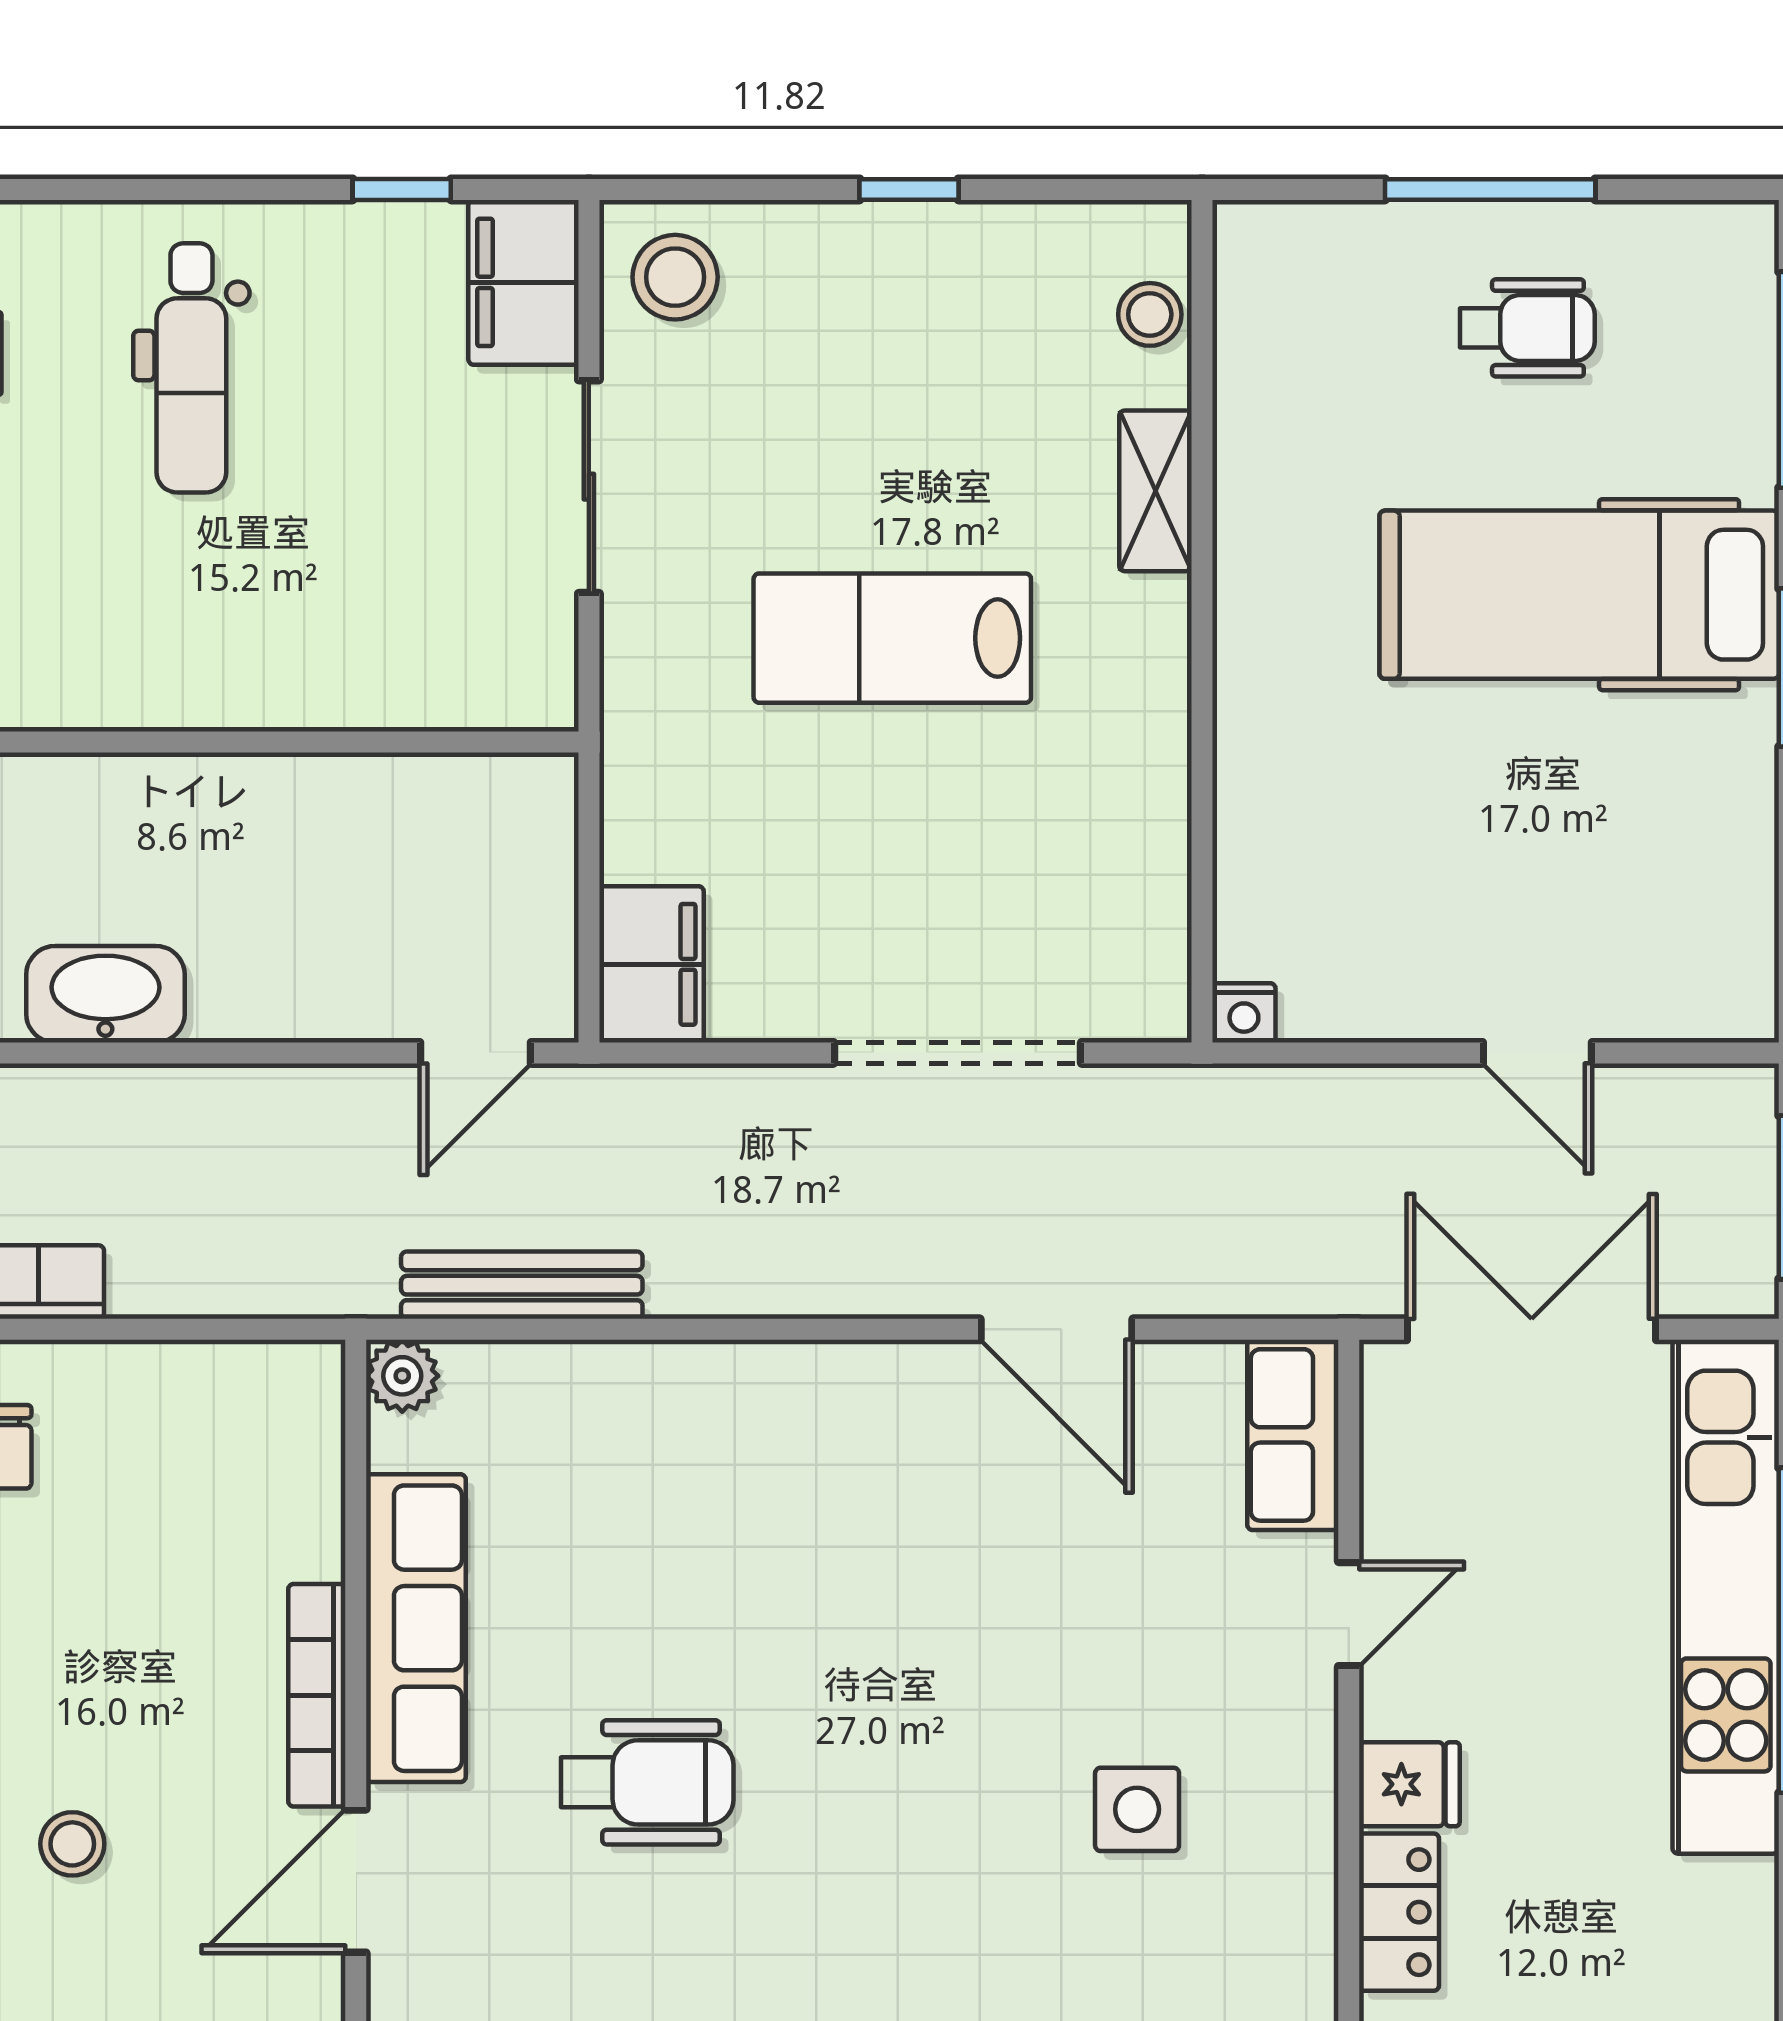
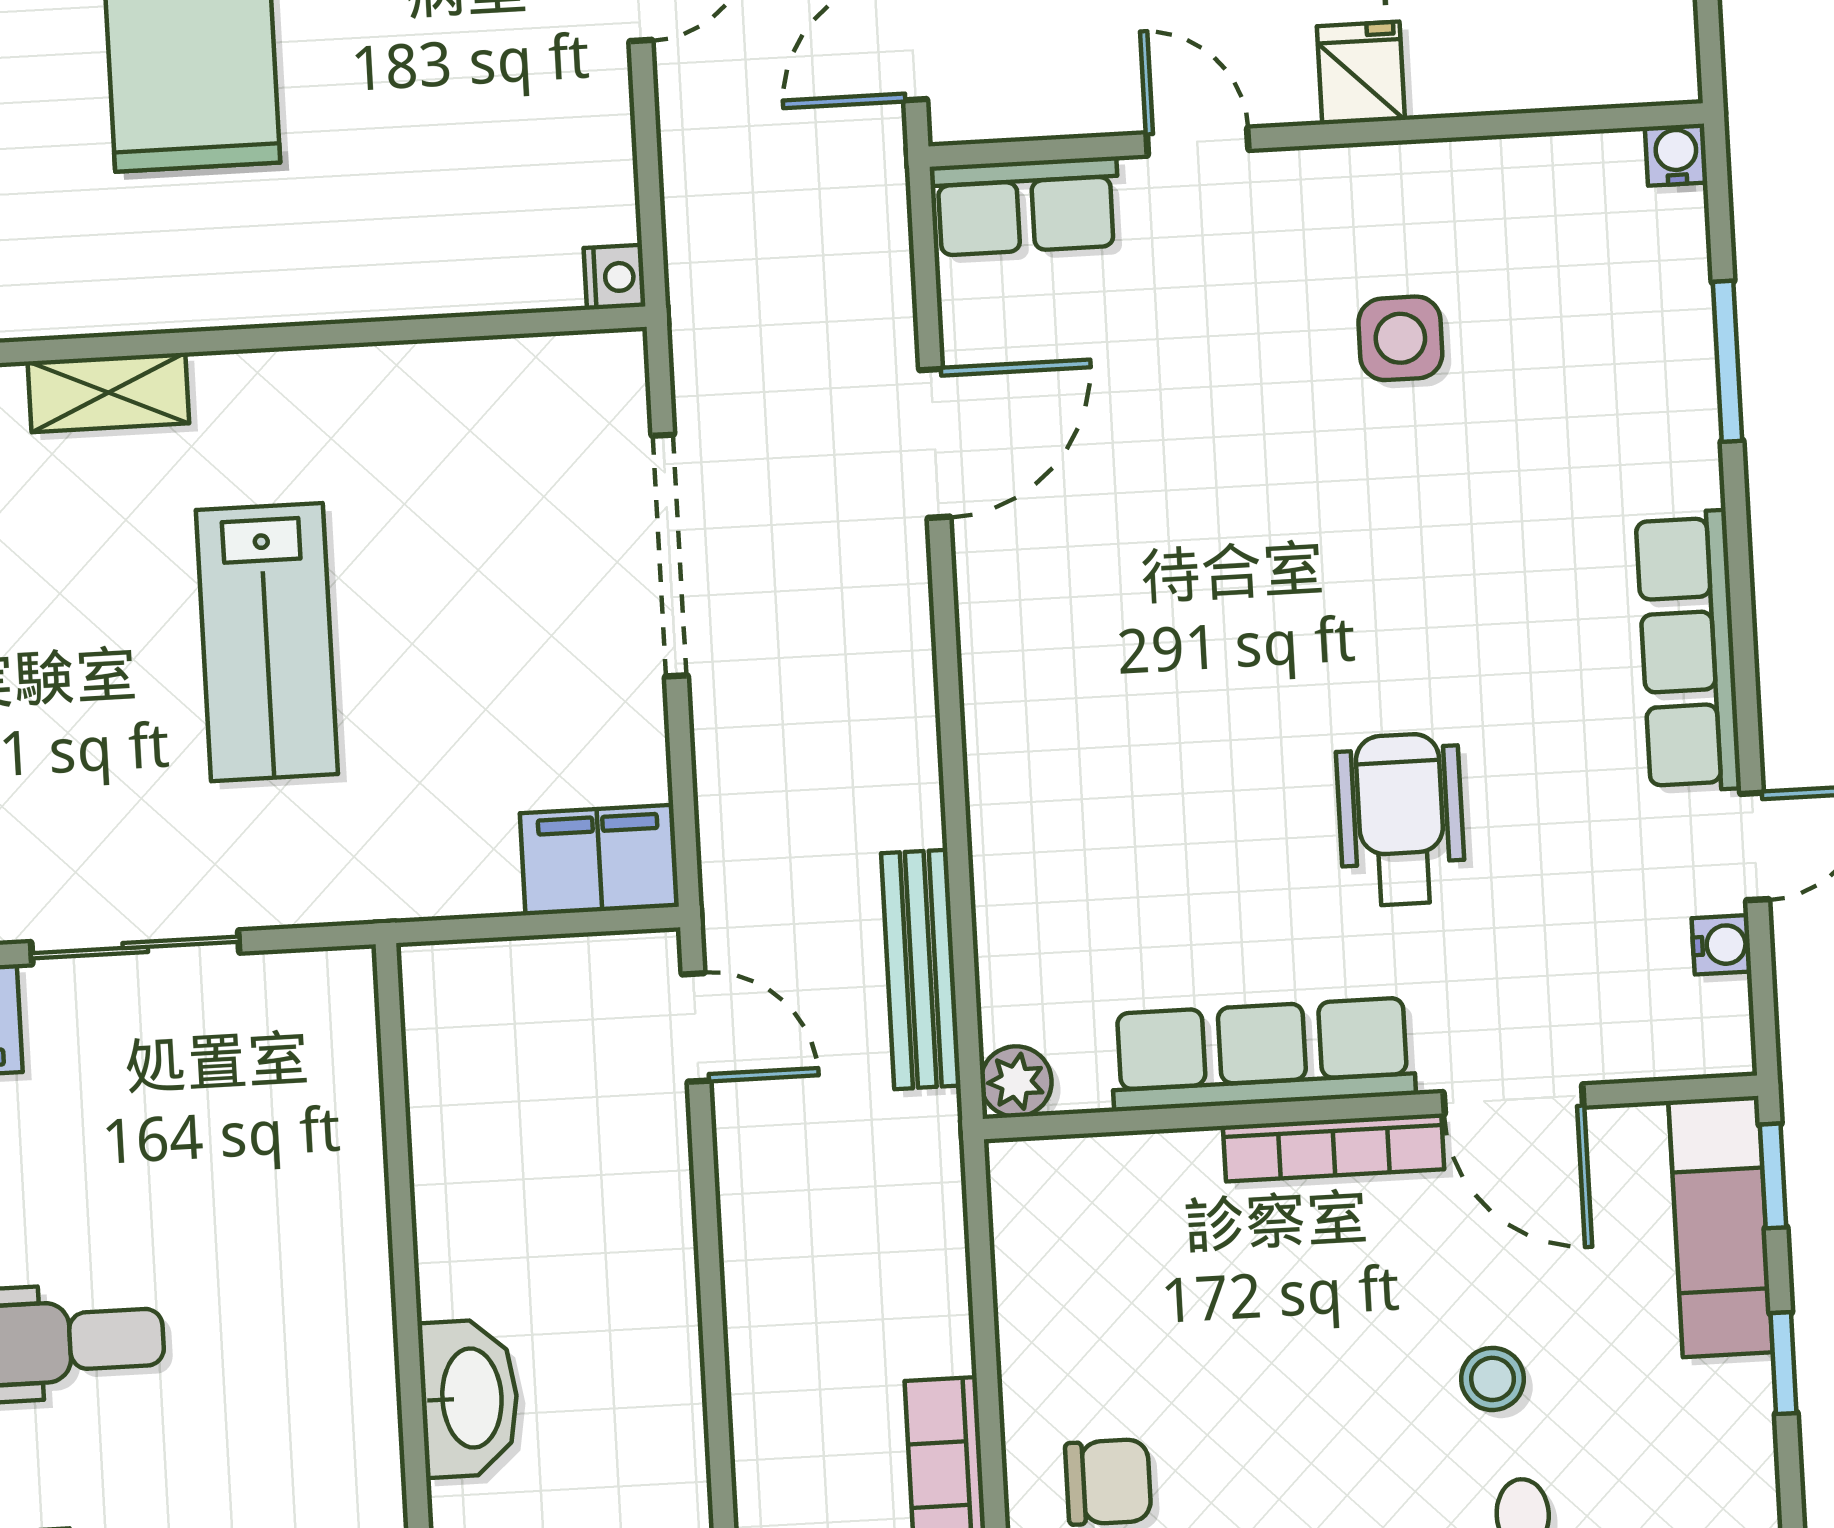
washbasin: (105, 994) -> (469, 1398), moved, turned 180
locker: (1399, 1912) -> (1487, 76), removed

